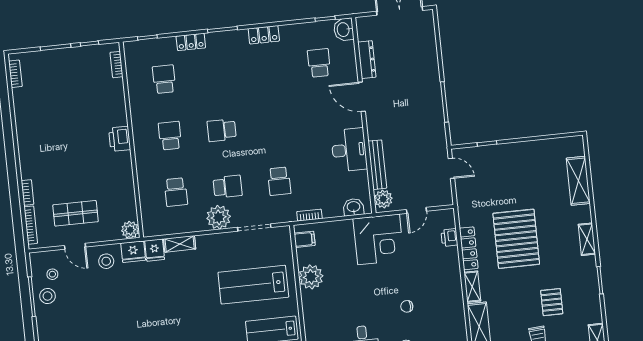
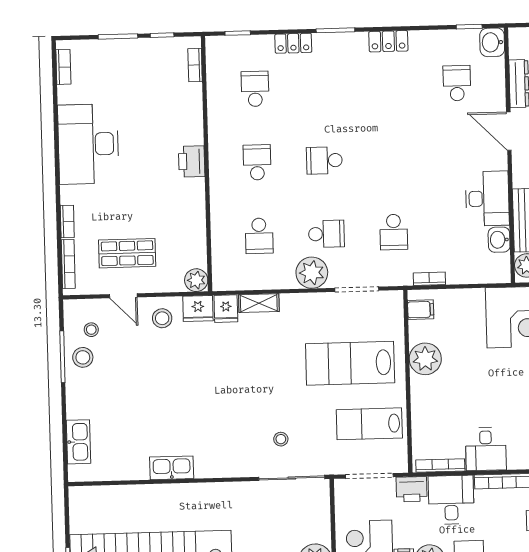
desk: (39, 132) -> (88, 144), added
washbasin: (354, 207) -> (499, 240), moved, turned -90

